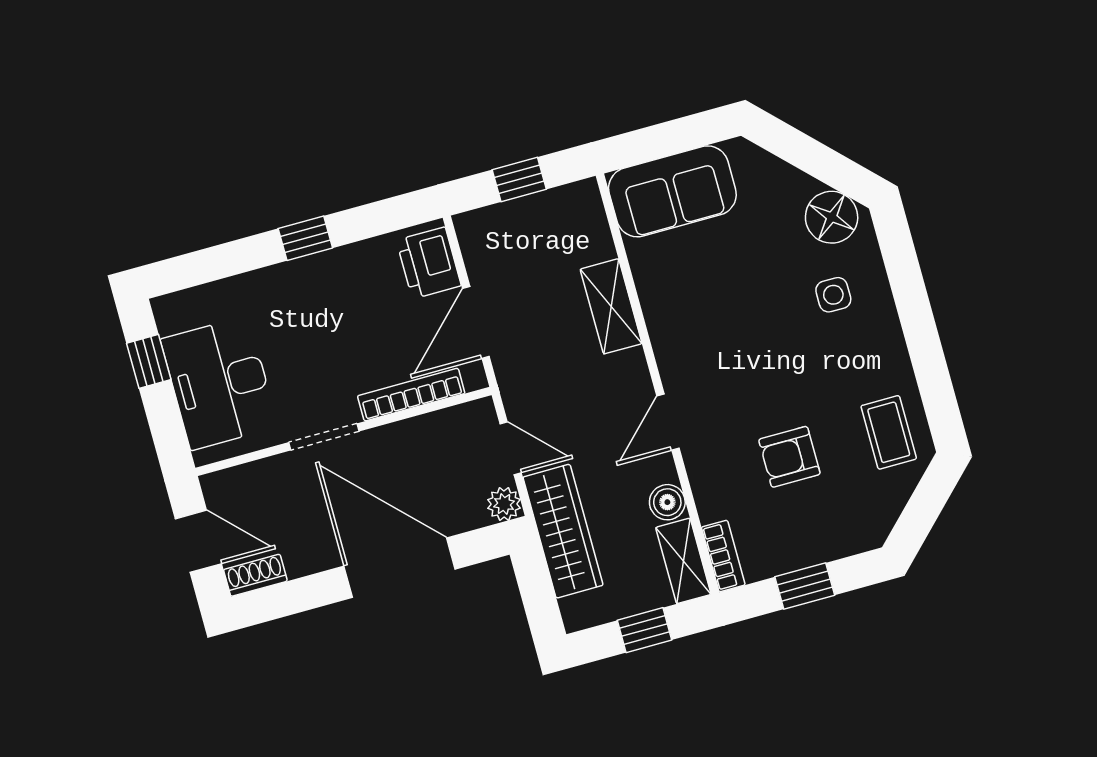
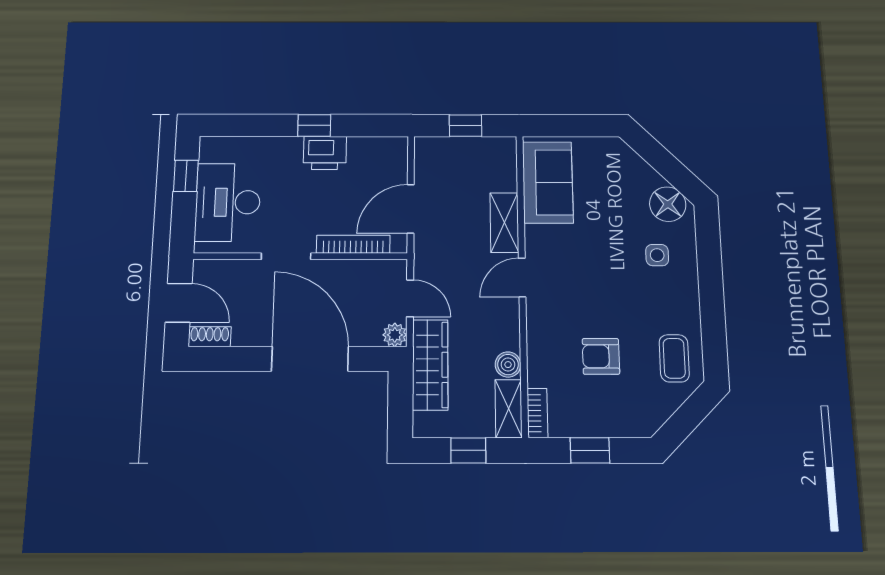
sofa: (672, 191) -> (548, 182), moved, turned -90
printer: (429, 263) -> (325, 153), moved, turned -90
door: (668, 422) -> (522, 277), moved

